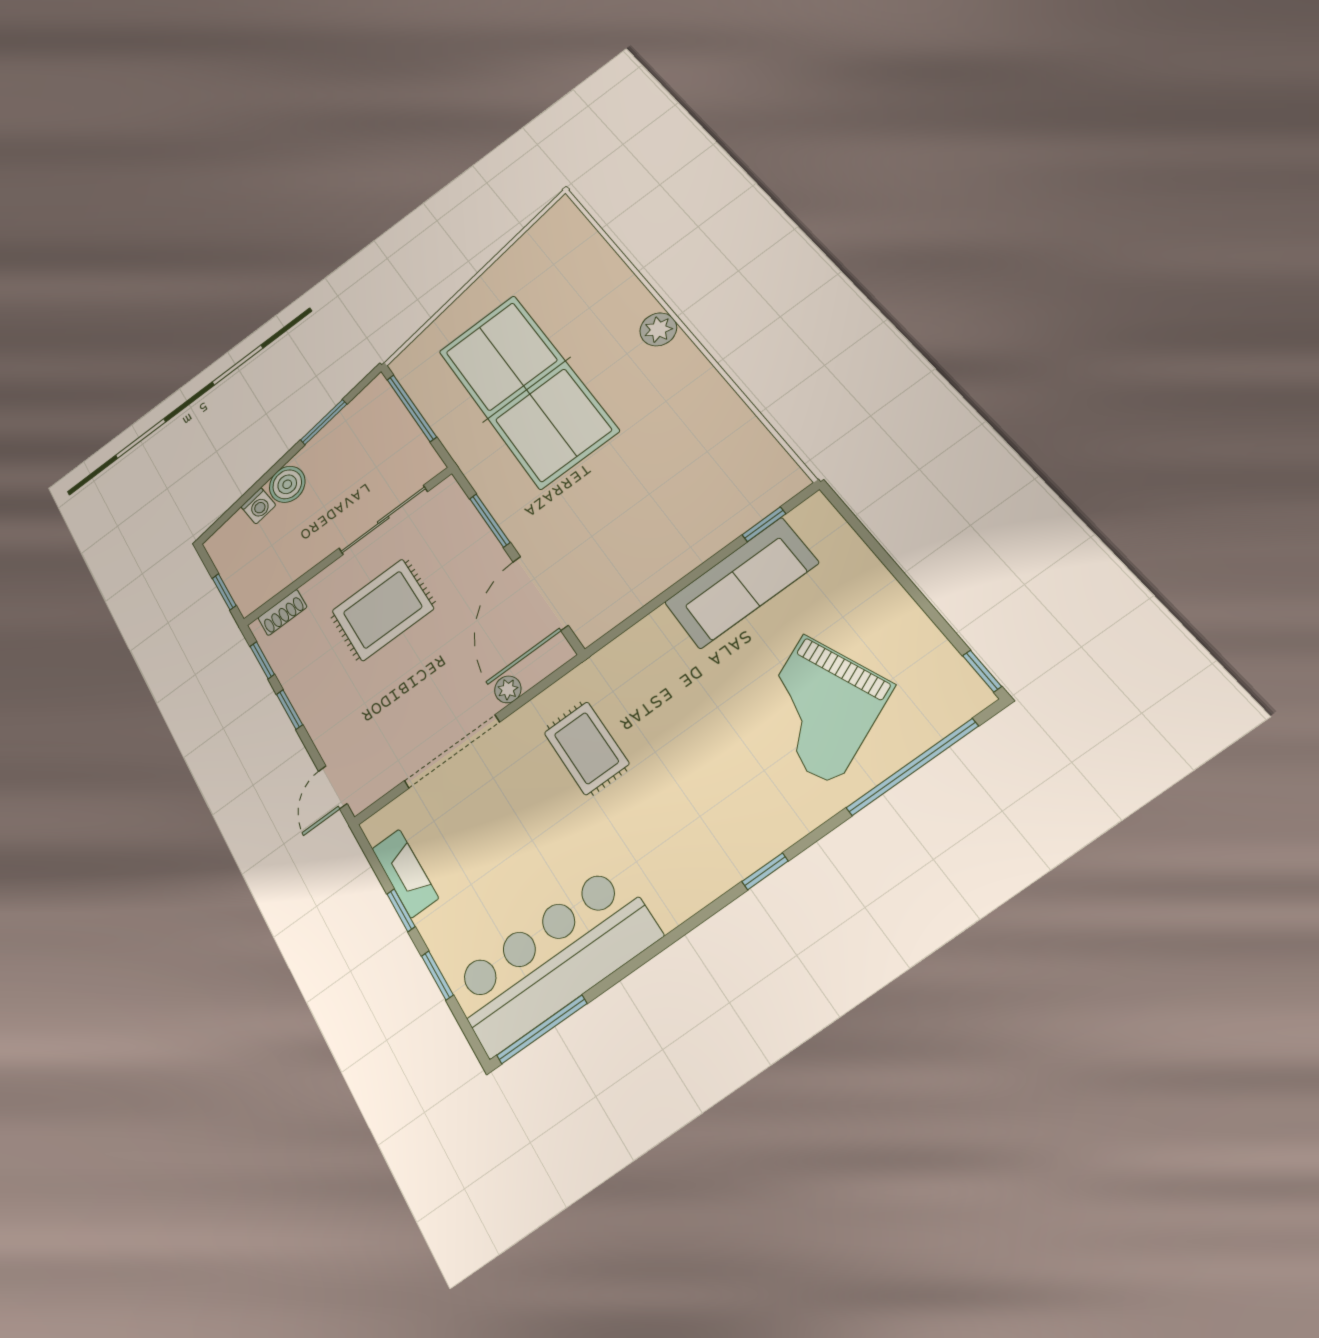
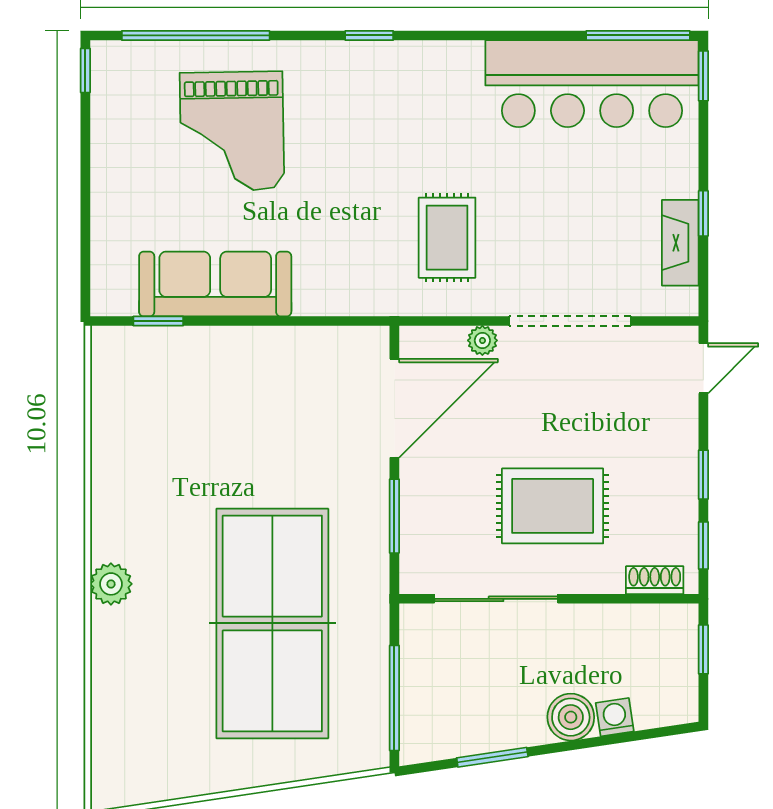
grand piano: (819, 709) -> (232, 131), turned 112
window: (437, 975) -> (703, 76), moved

